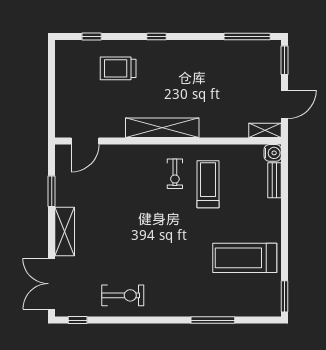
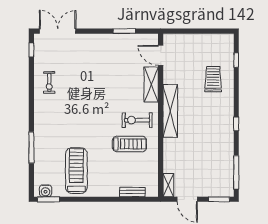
window: (157, 36) -> (236, 124), moved
water cooler: (273, 153) -> (46, 191), moved
exercise bike: (175, 174) -> (137, 120), width x1.38, depth x1.39
shelving: (65, 231) -> (151, 85), moved, turned 90
exercise bike: (123, 295) -> (49, 82), width x0.73, depth x0.72

